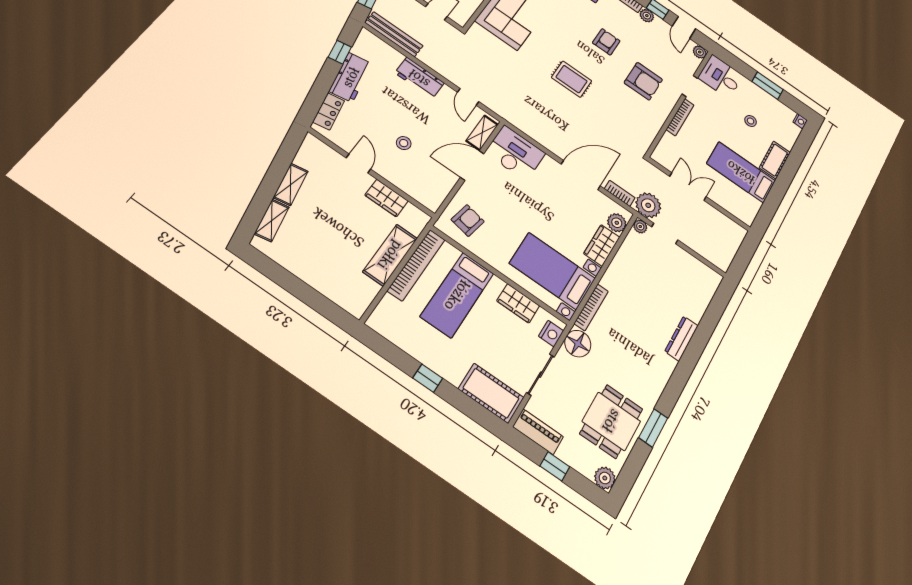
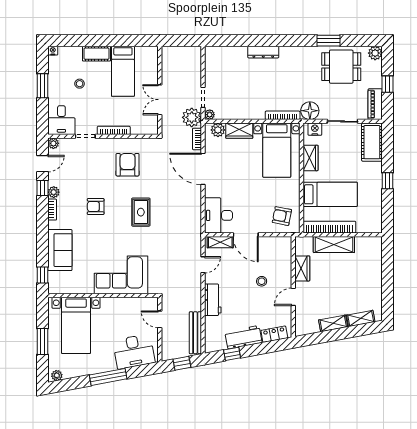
armchair: (643, 81) -> (128, 165), moved

